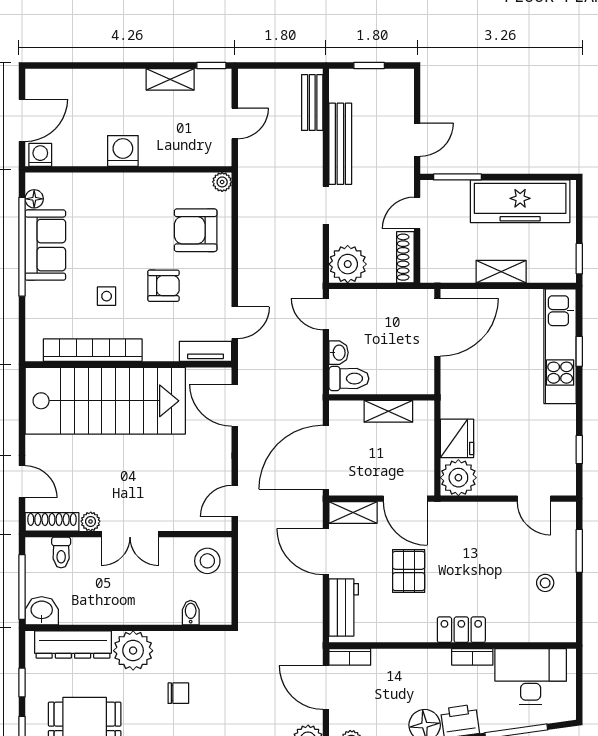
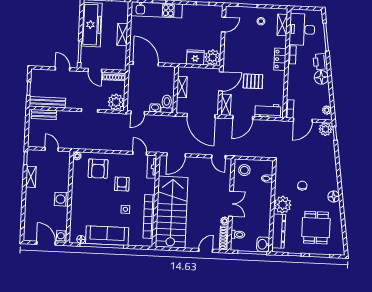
bench: (340, 144) -> (47, 102), moved
sofa: (45, 245) -> (107, 236), width x1.36
shelving: (539, 632) -> (282, 25), added

